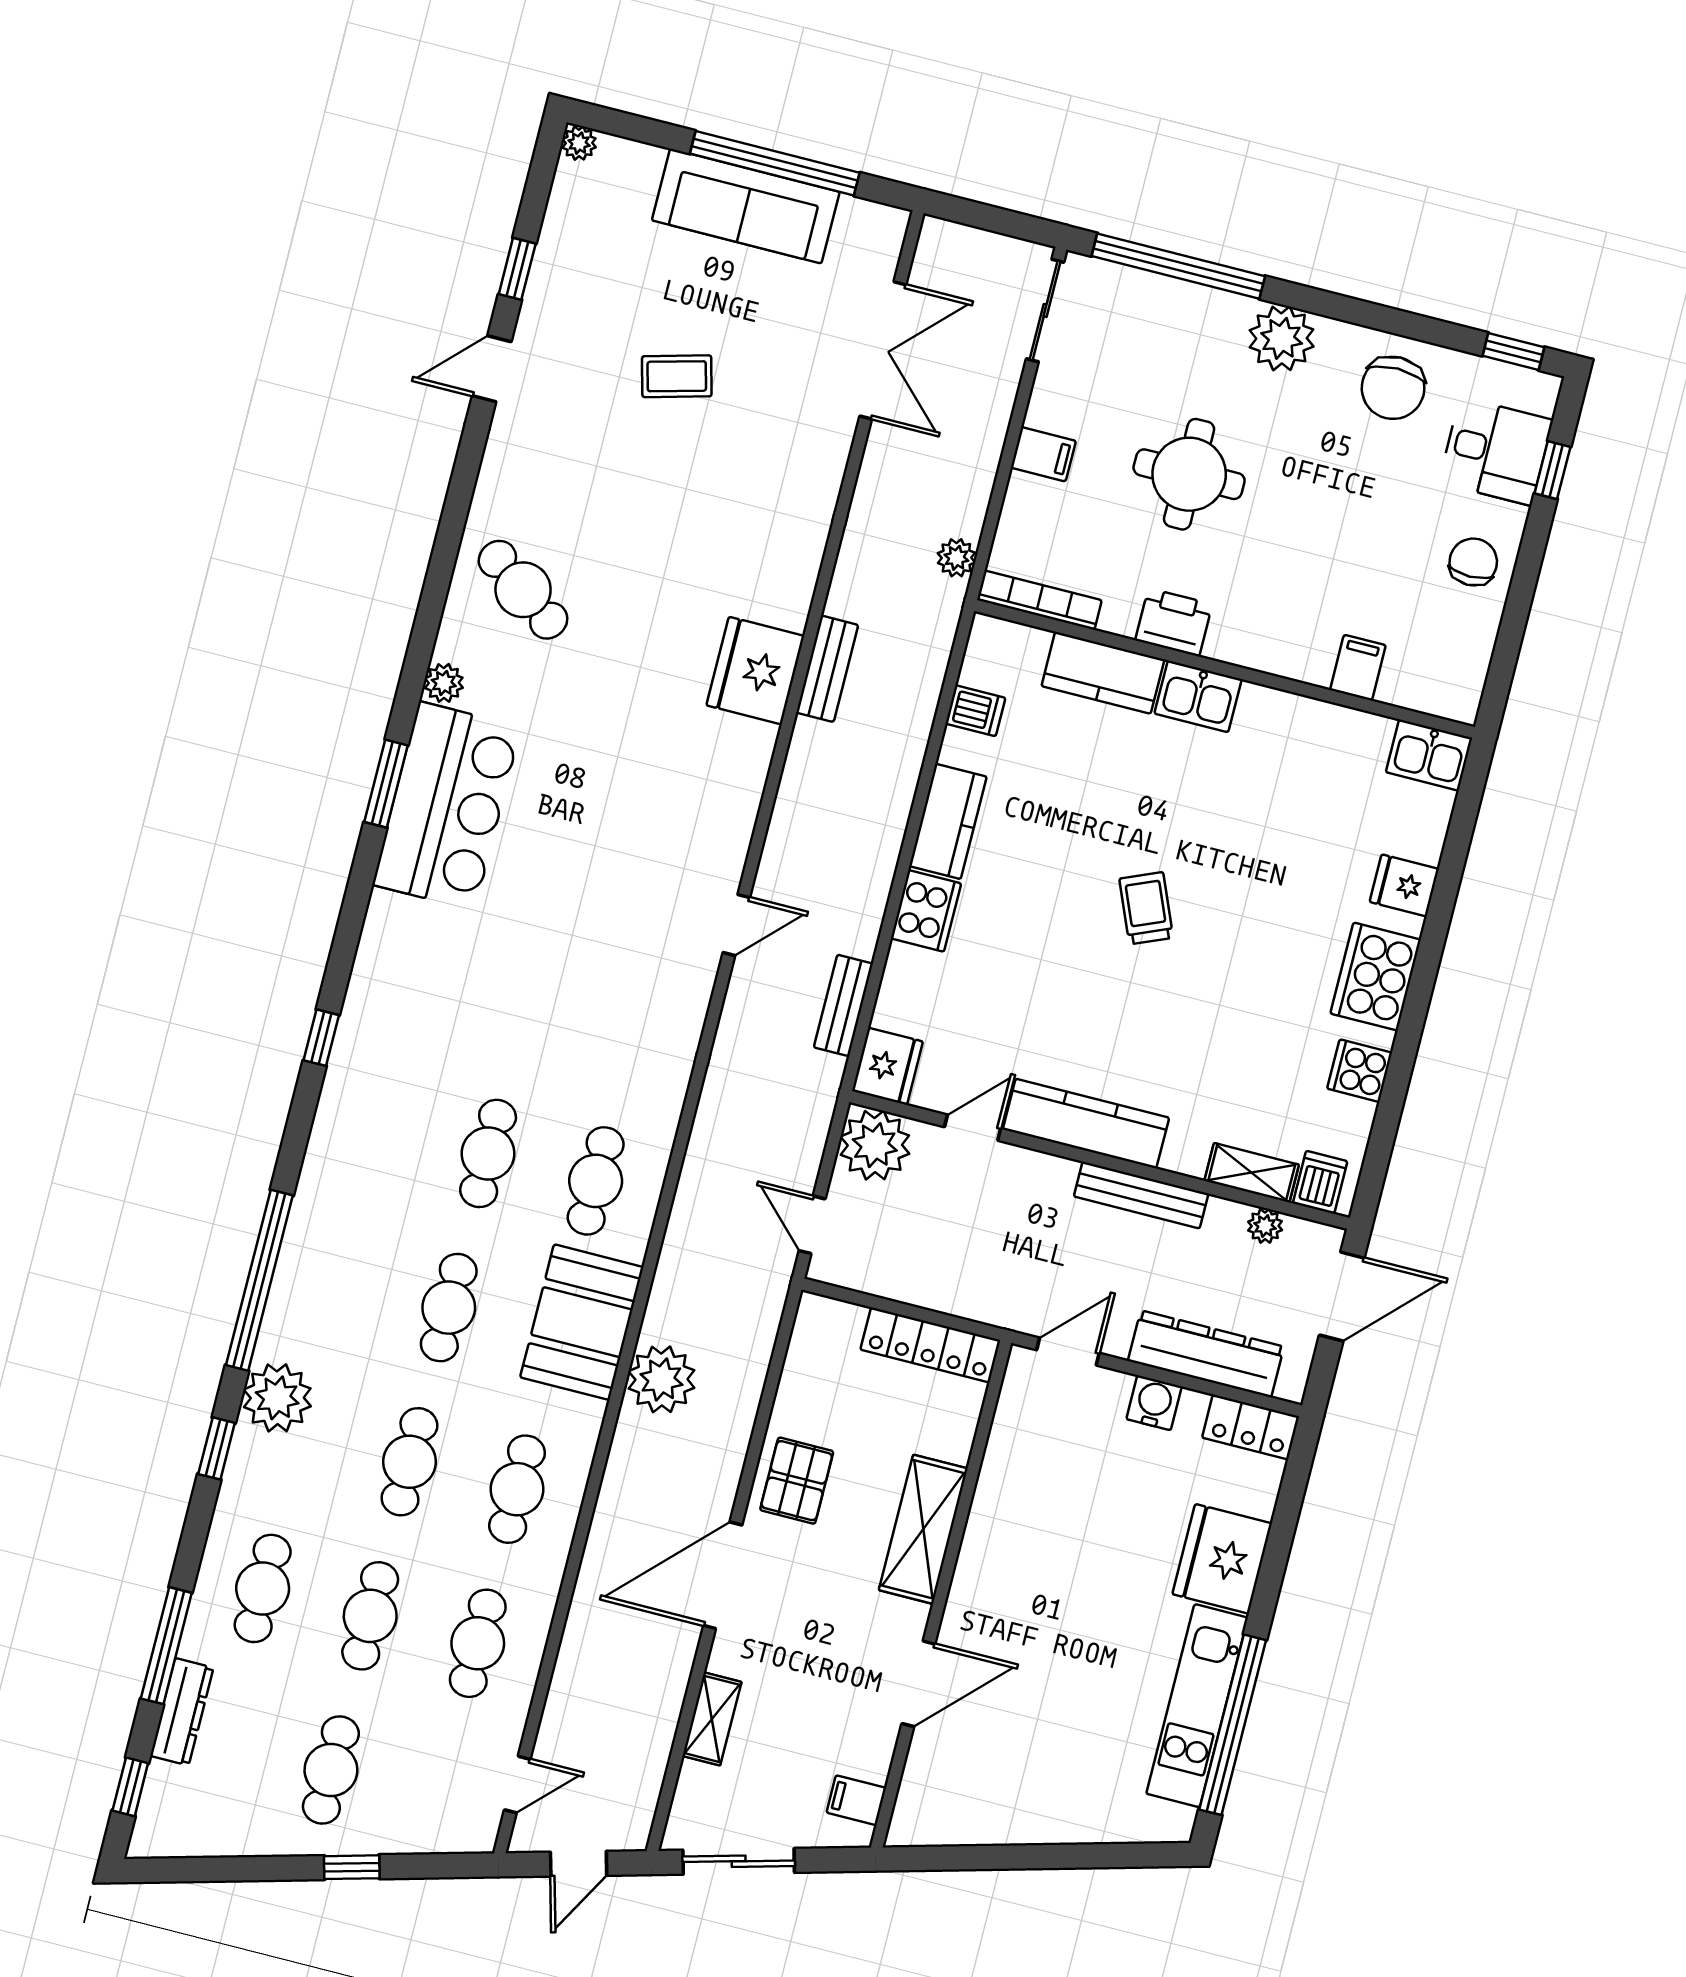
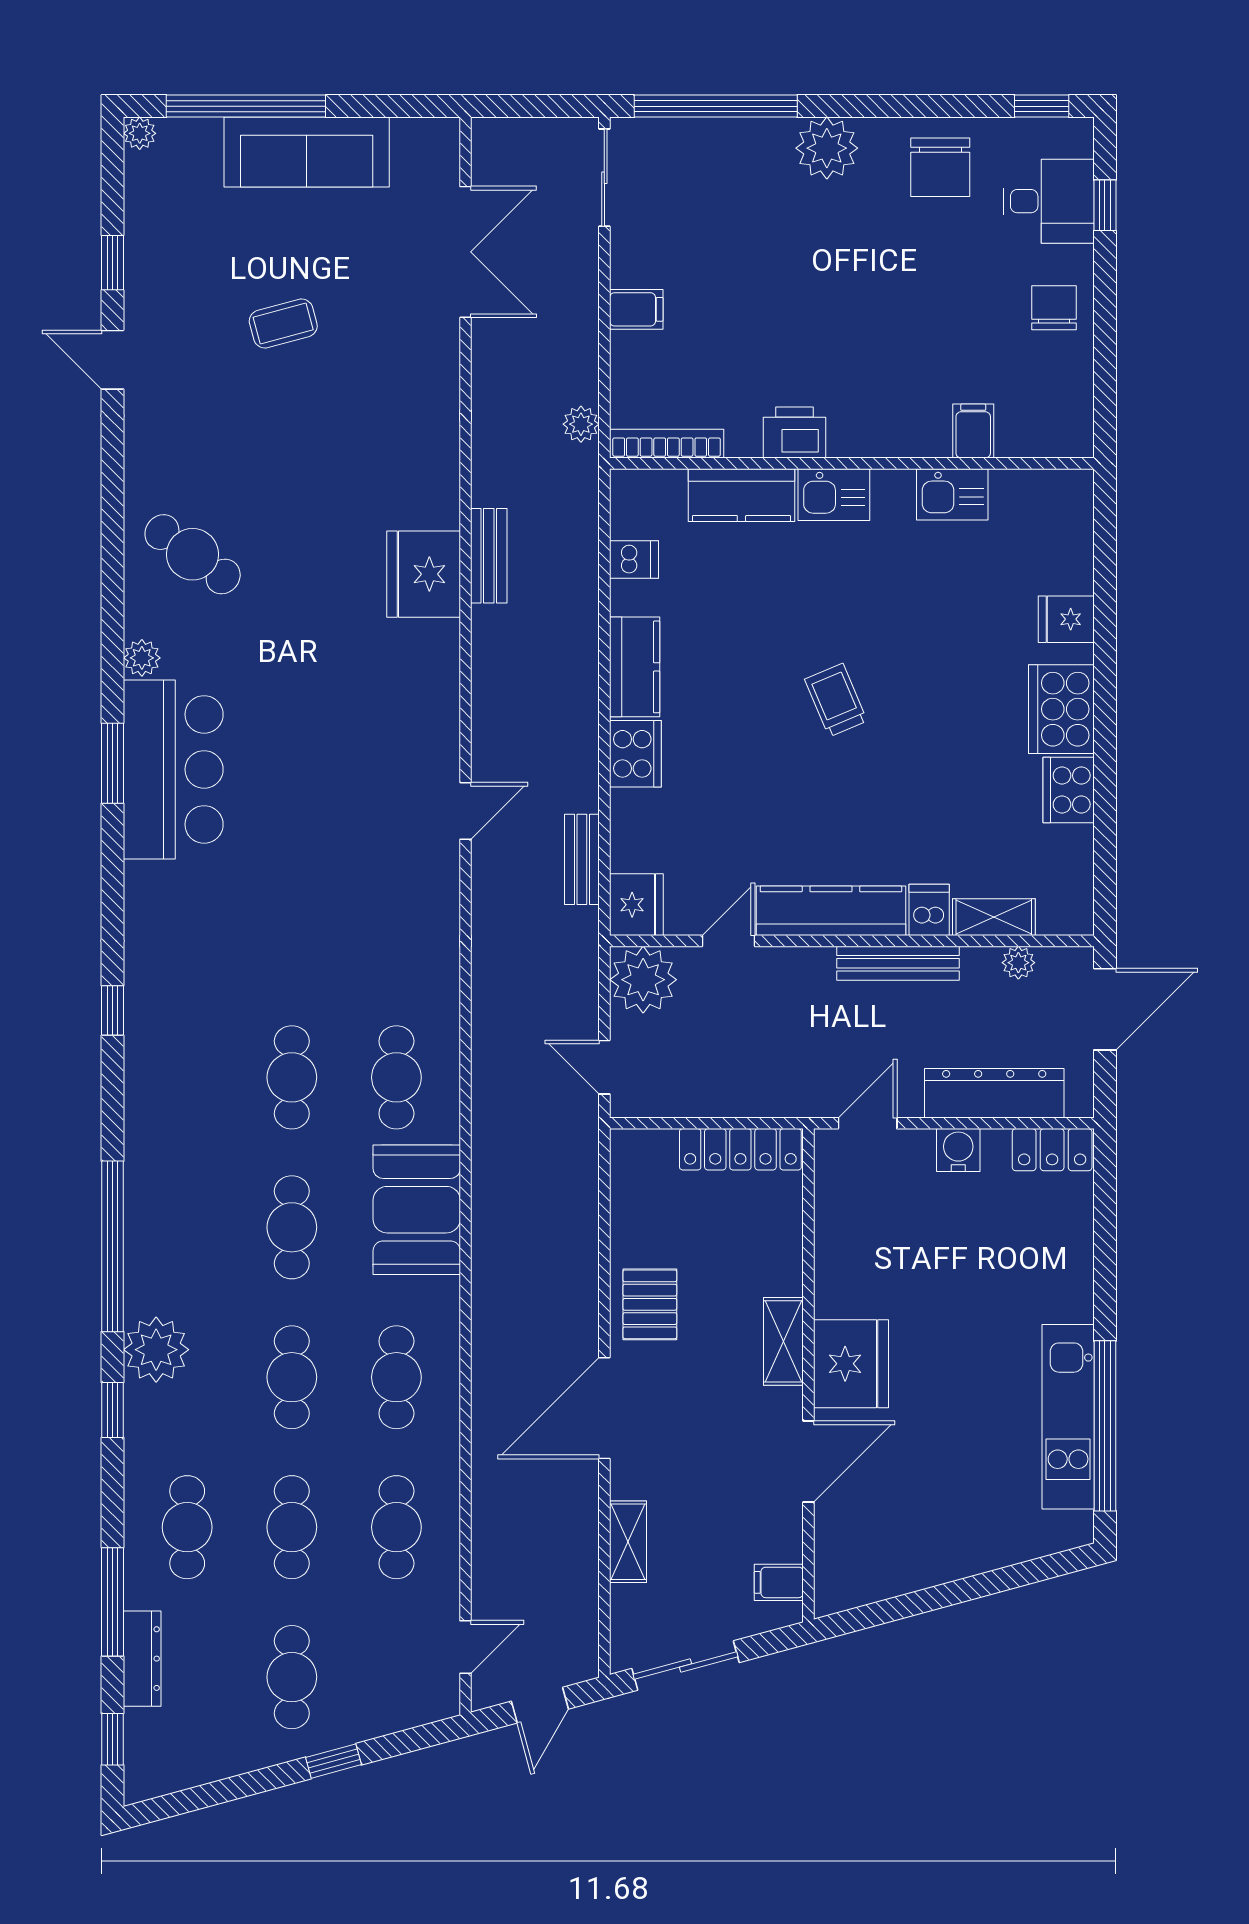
window: (775, 163) -> (246, 106), moved
door: (492, 369) -> (113, 360), hinge flipped
round table: (1189, 474) -> (774, 294), removed
kitchen sink: (1429, 755) -> (952, 494), moved
cooker: (1360, 1071) -> (1069, 790), width x1.36
dishwasher: (1320, 1182) -> (929, 910), moved
plant: (661, 1379) -> (503, 1243), removed
shelving: (923, 1529) -> (783, 1341), width x0.67, depth x0.75
fridge: (1222, 1559) -> (851, 1364), moved, turned 180

